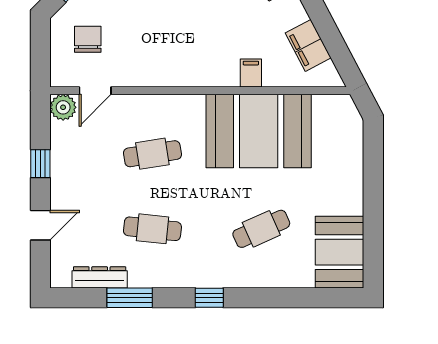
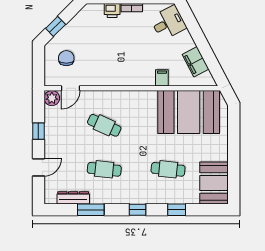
booth: (259, 131) -> (189, 112), moved
cafe table: (152, 154) -> (104, 125), turned 33
cafe table: (261, 229) -> (168, 169), turned 30
window: (276, 298) -> (177, 210), added

